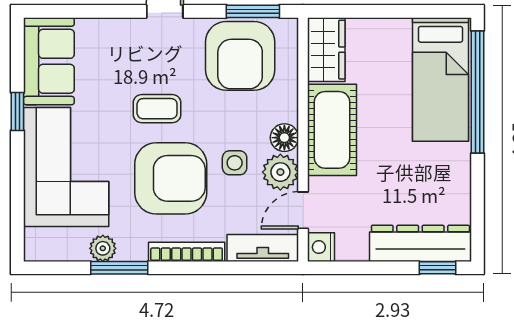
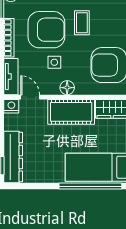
plant: (280, 172) -> (50, 86), removed
armchair: (171, 178) -> (46, 30), turned -90

